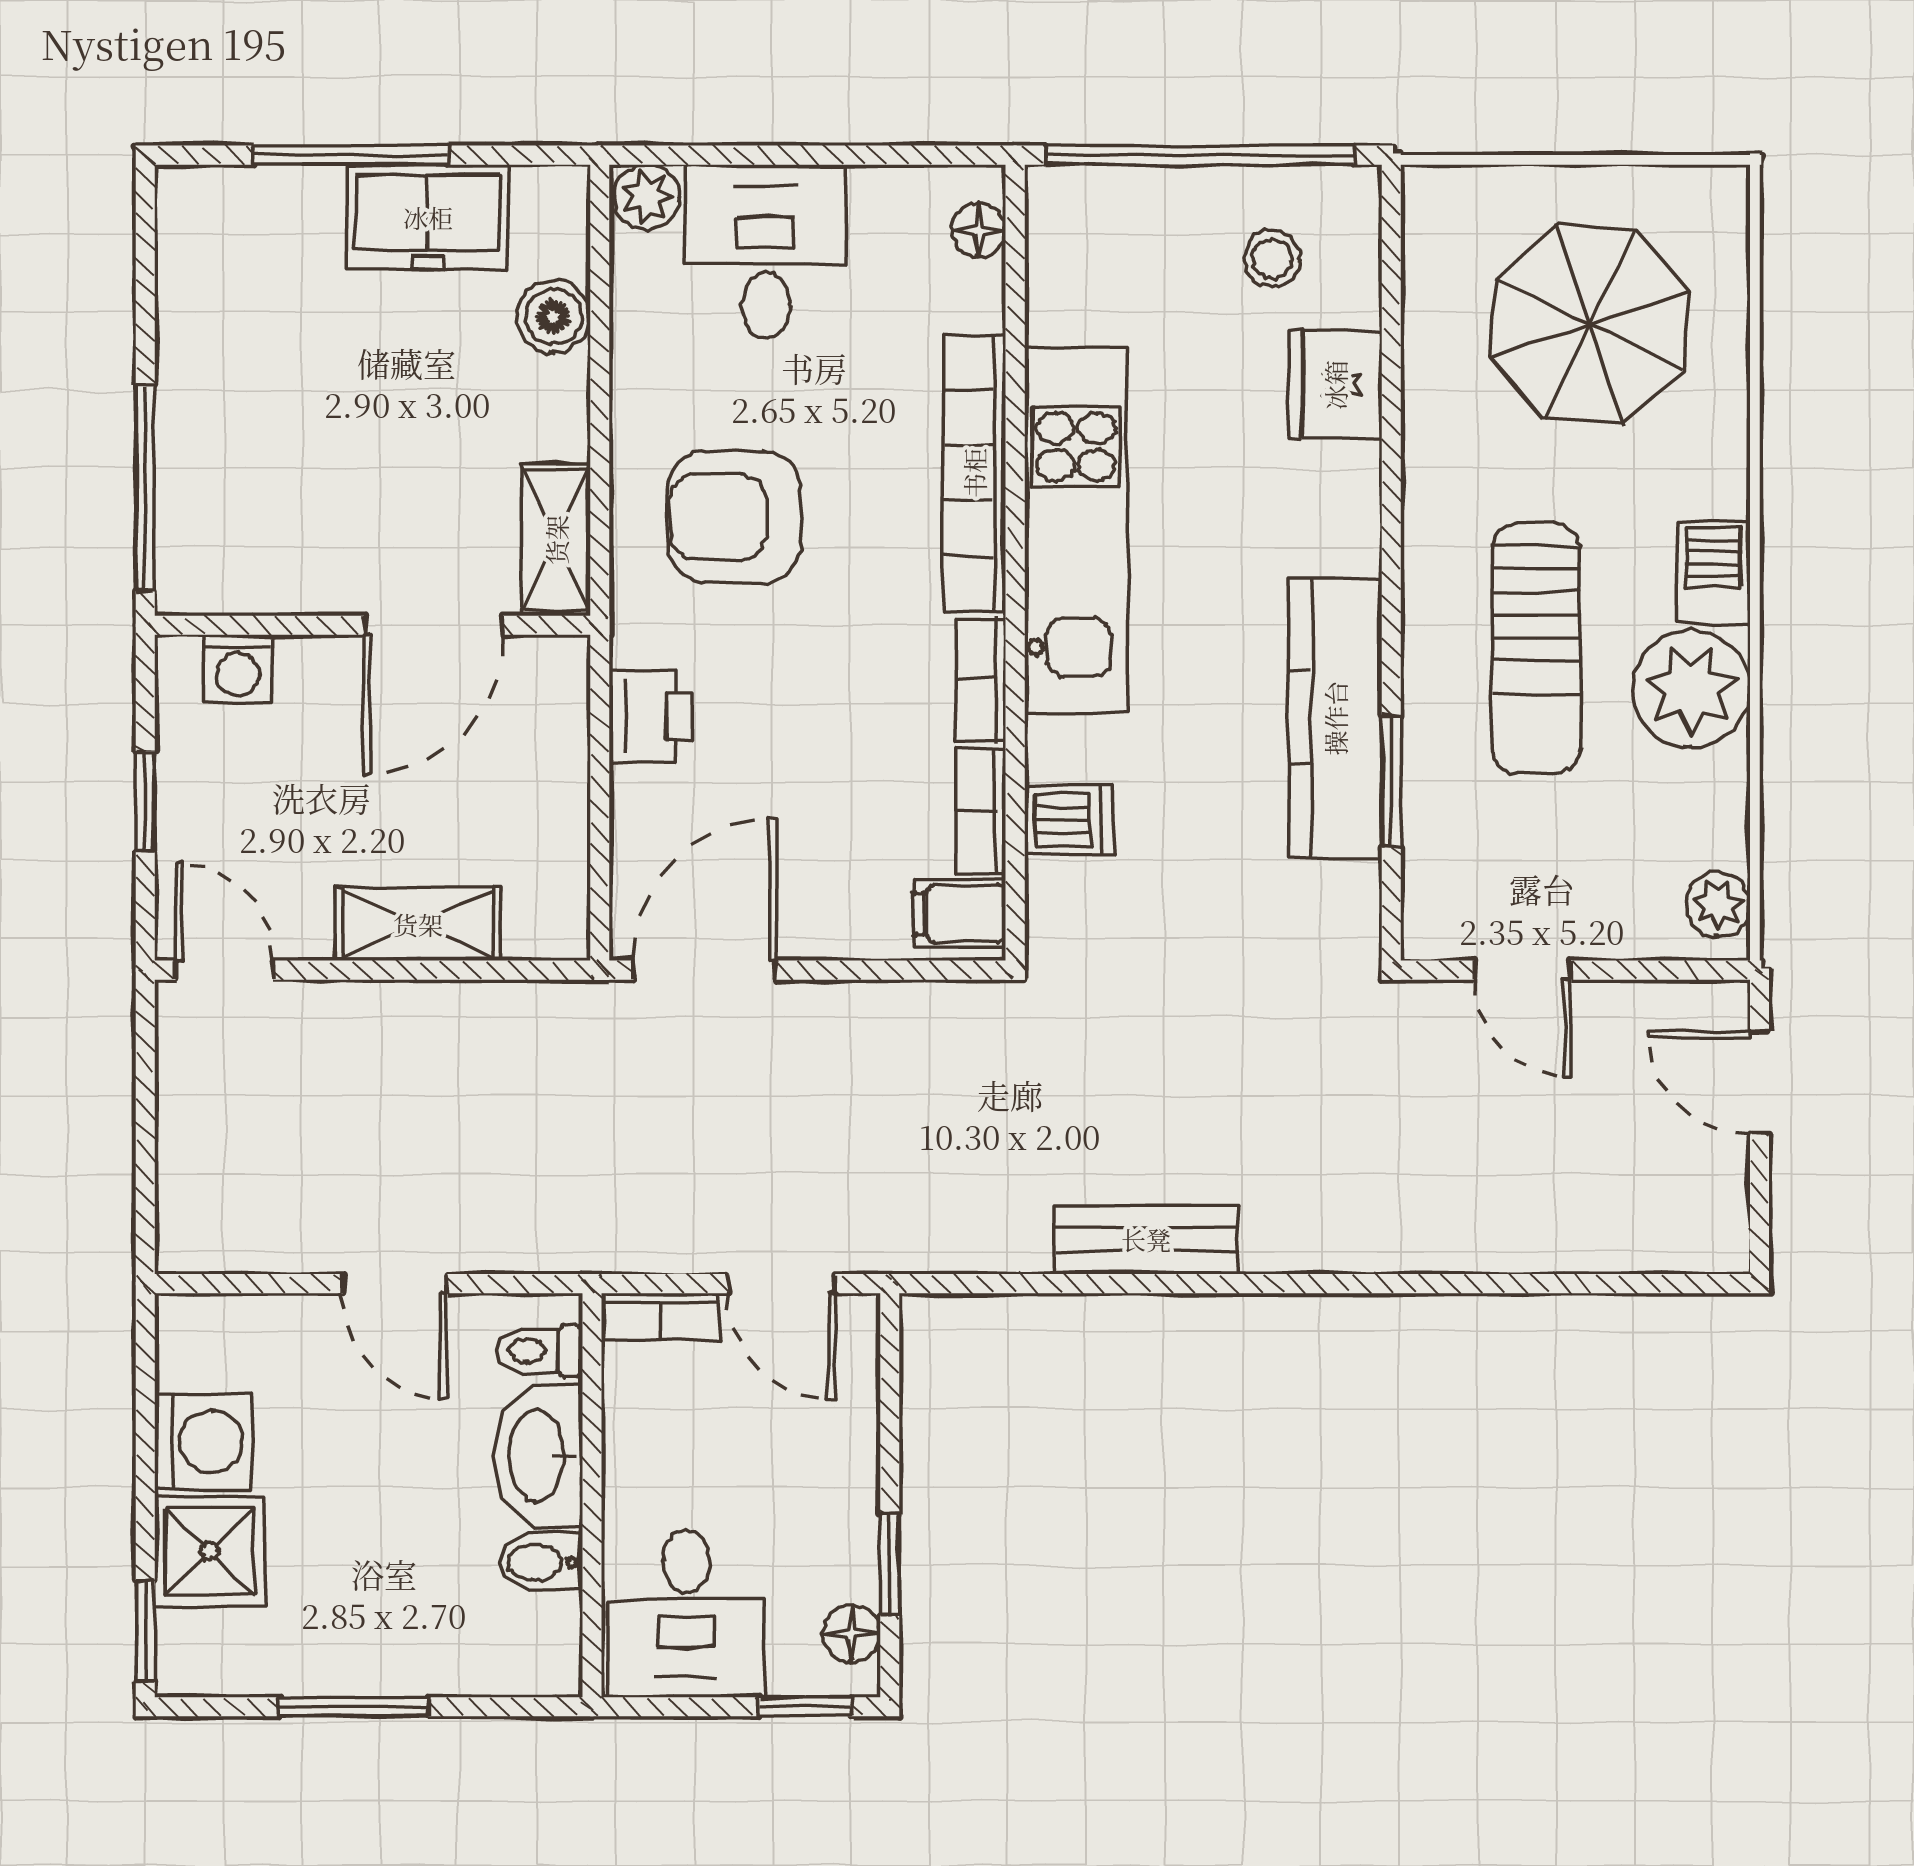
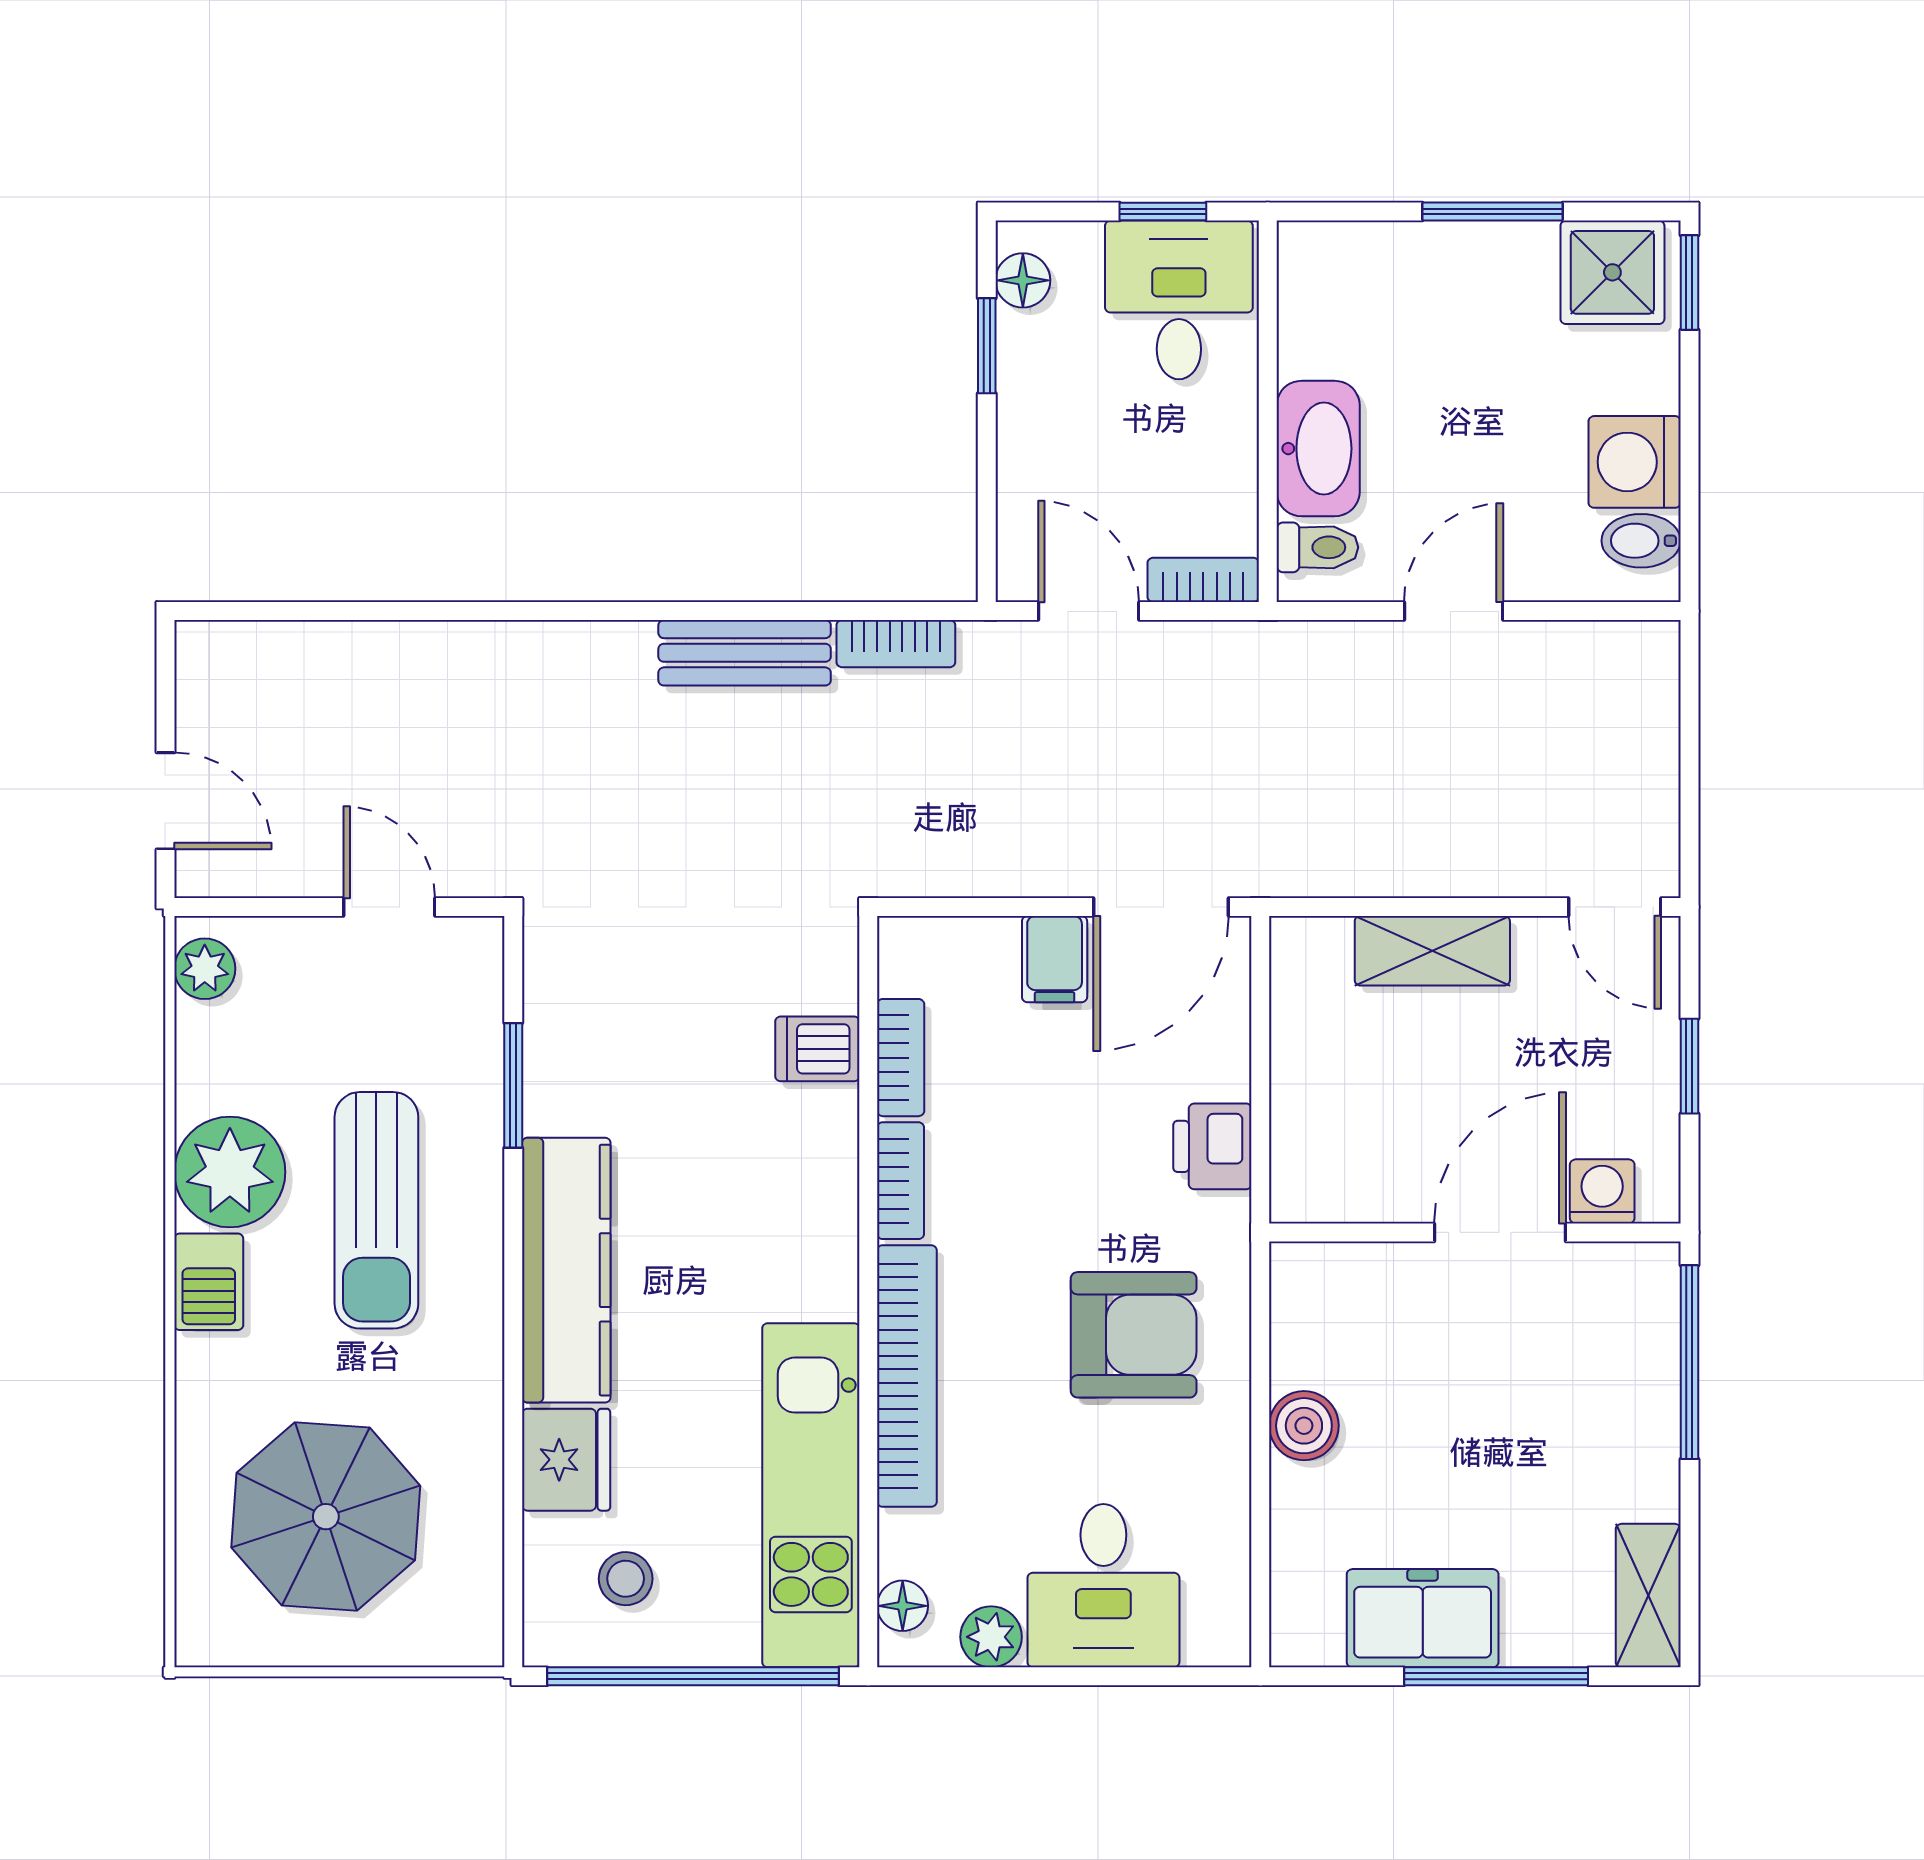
plant: (647, 197) -> (991, 1637), moved
boiler: (554, 316) -> (1304, 1426), moved
kitchen unit: (1076, 531) -> (811, 1495), moved
shelving: (556, 540) -> (1648, 1596), moved
door: (433, 625) -> (1500, 1232), moved
sun lounger: (1536, 649) -> (376, 1210), turned 180
kitchen counter: (1335, 718) -> (566, 1270), moved
filing cabinet: (960, 913) -> (1055, 959), moved, turned 90
bookcase: (986, 1249) -> (896, 644), added
door: (395, 1284) -> (1454, 611), hinge flipped
shower: (210, 1551) -> (1612, 272), moved
bidet: (541, 1562) -> (1641, 541), moved, turned 180
window: (805, 1707) -> (1163, 212), moved

